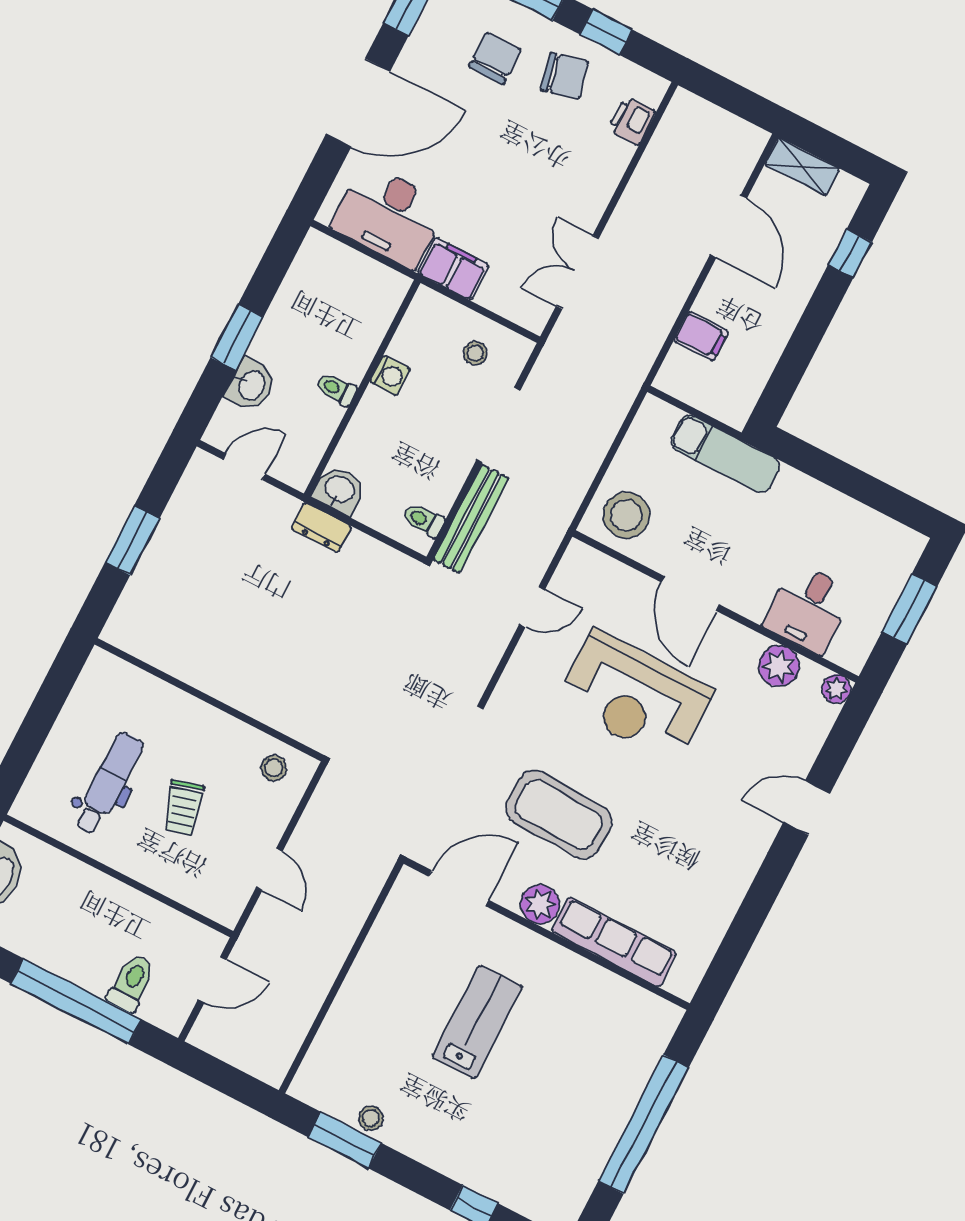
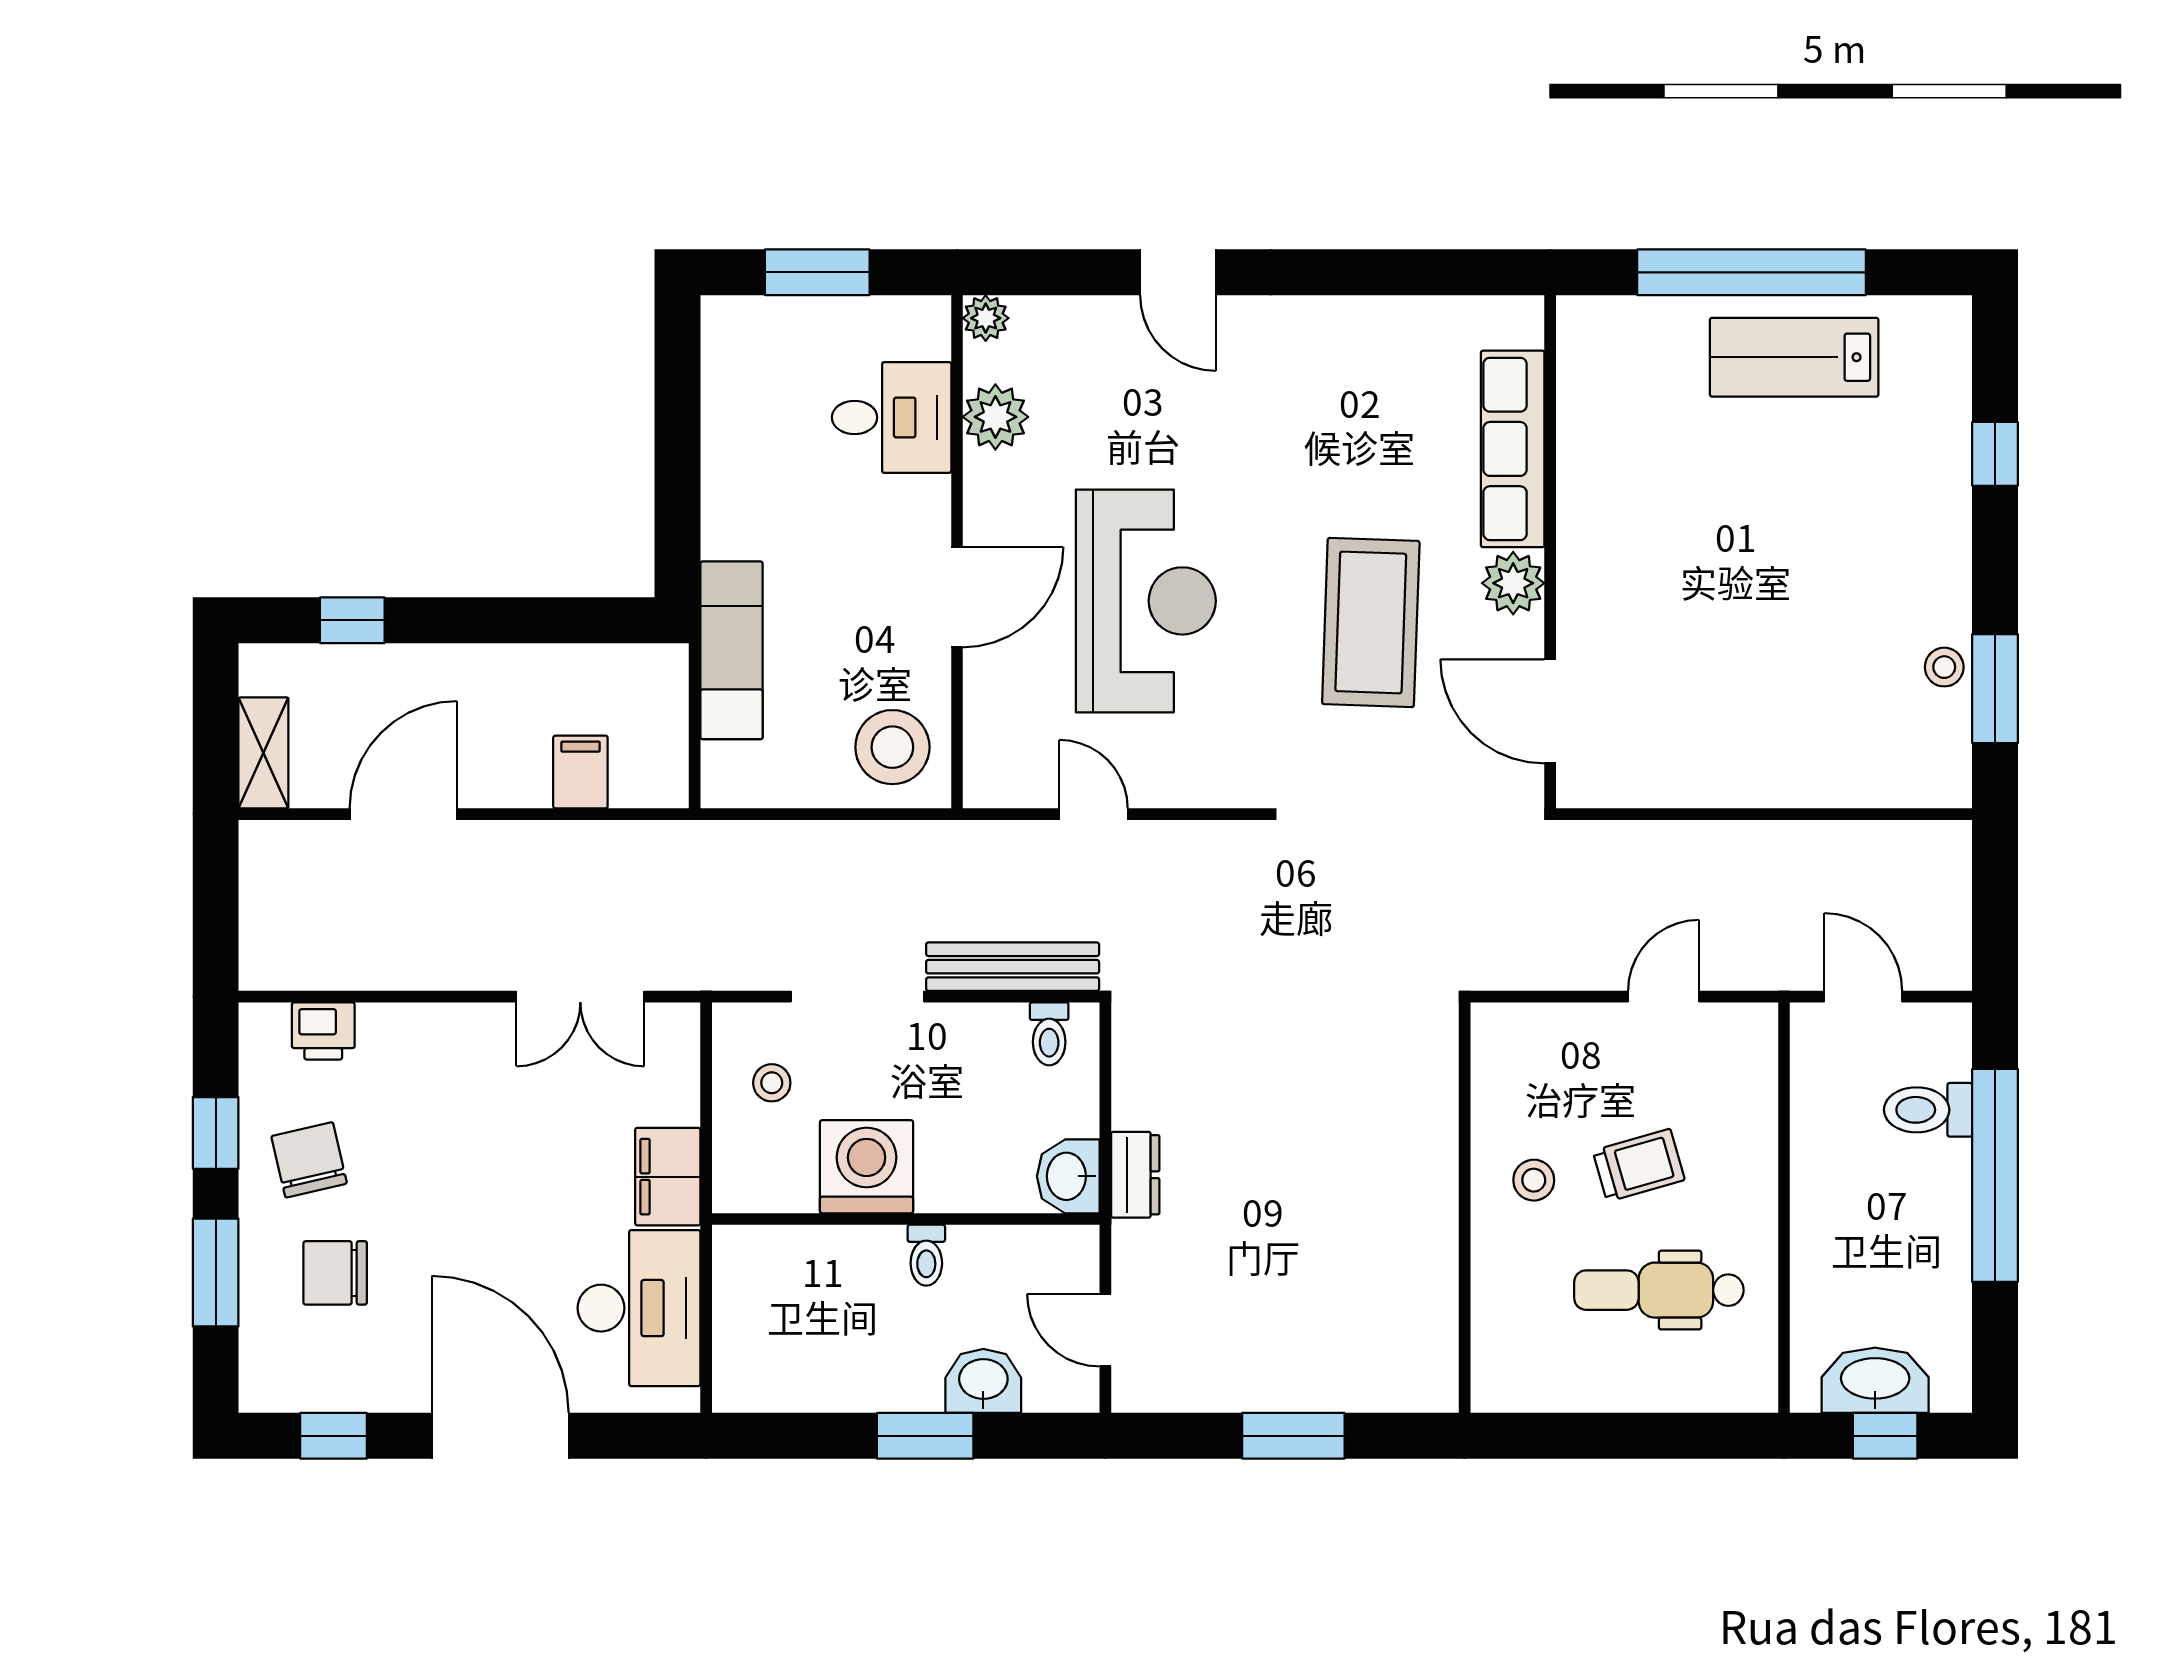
washing machine: (390, 375) -> (867, 1167), width x1.89, depth x1.89
stool: (274, 768) -> (1534, 1180), moved
lab bench: (477, 1022) -> (1794, 357), moved

